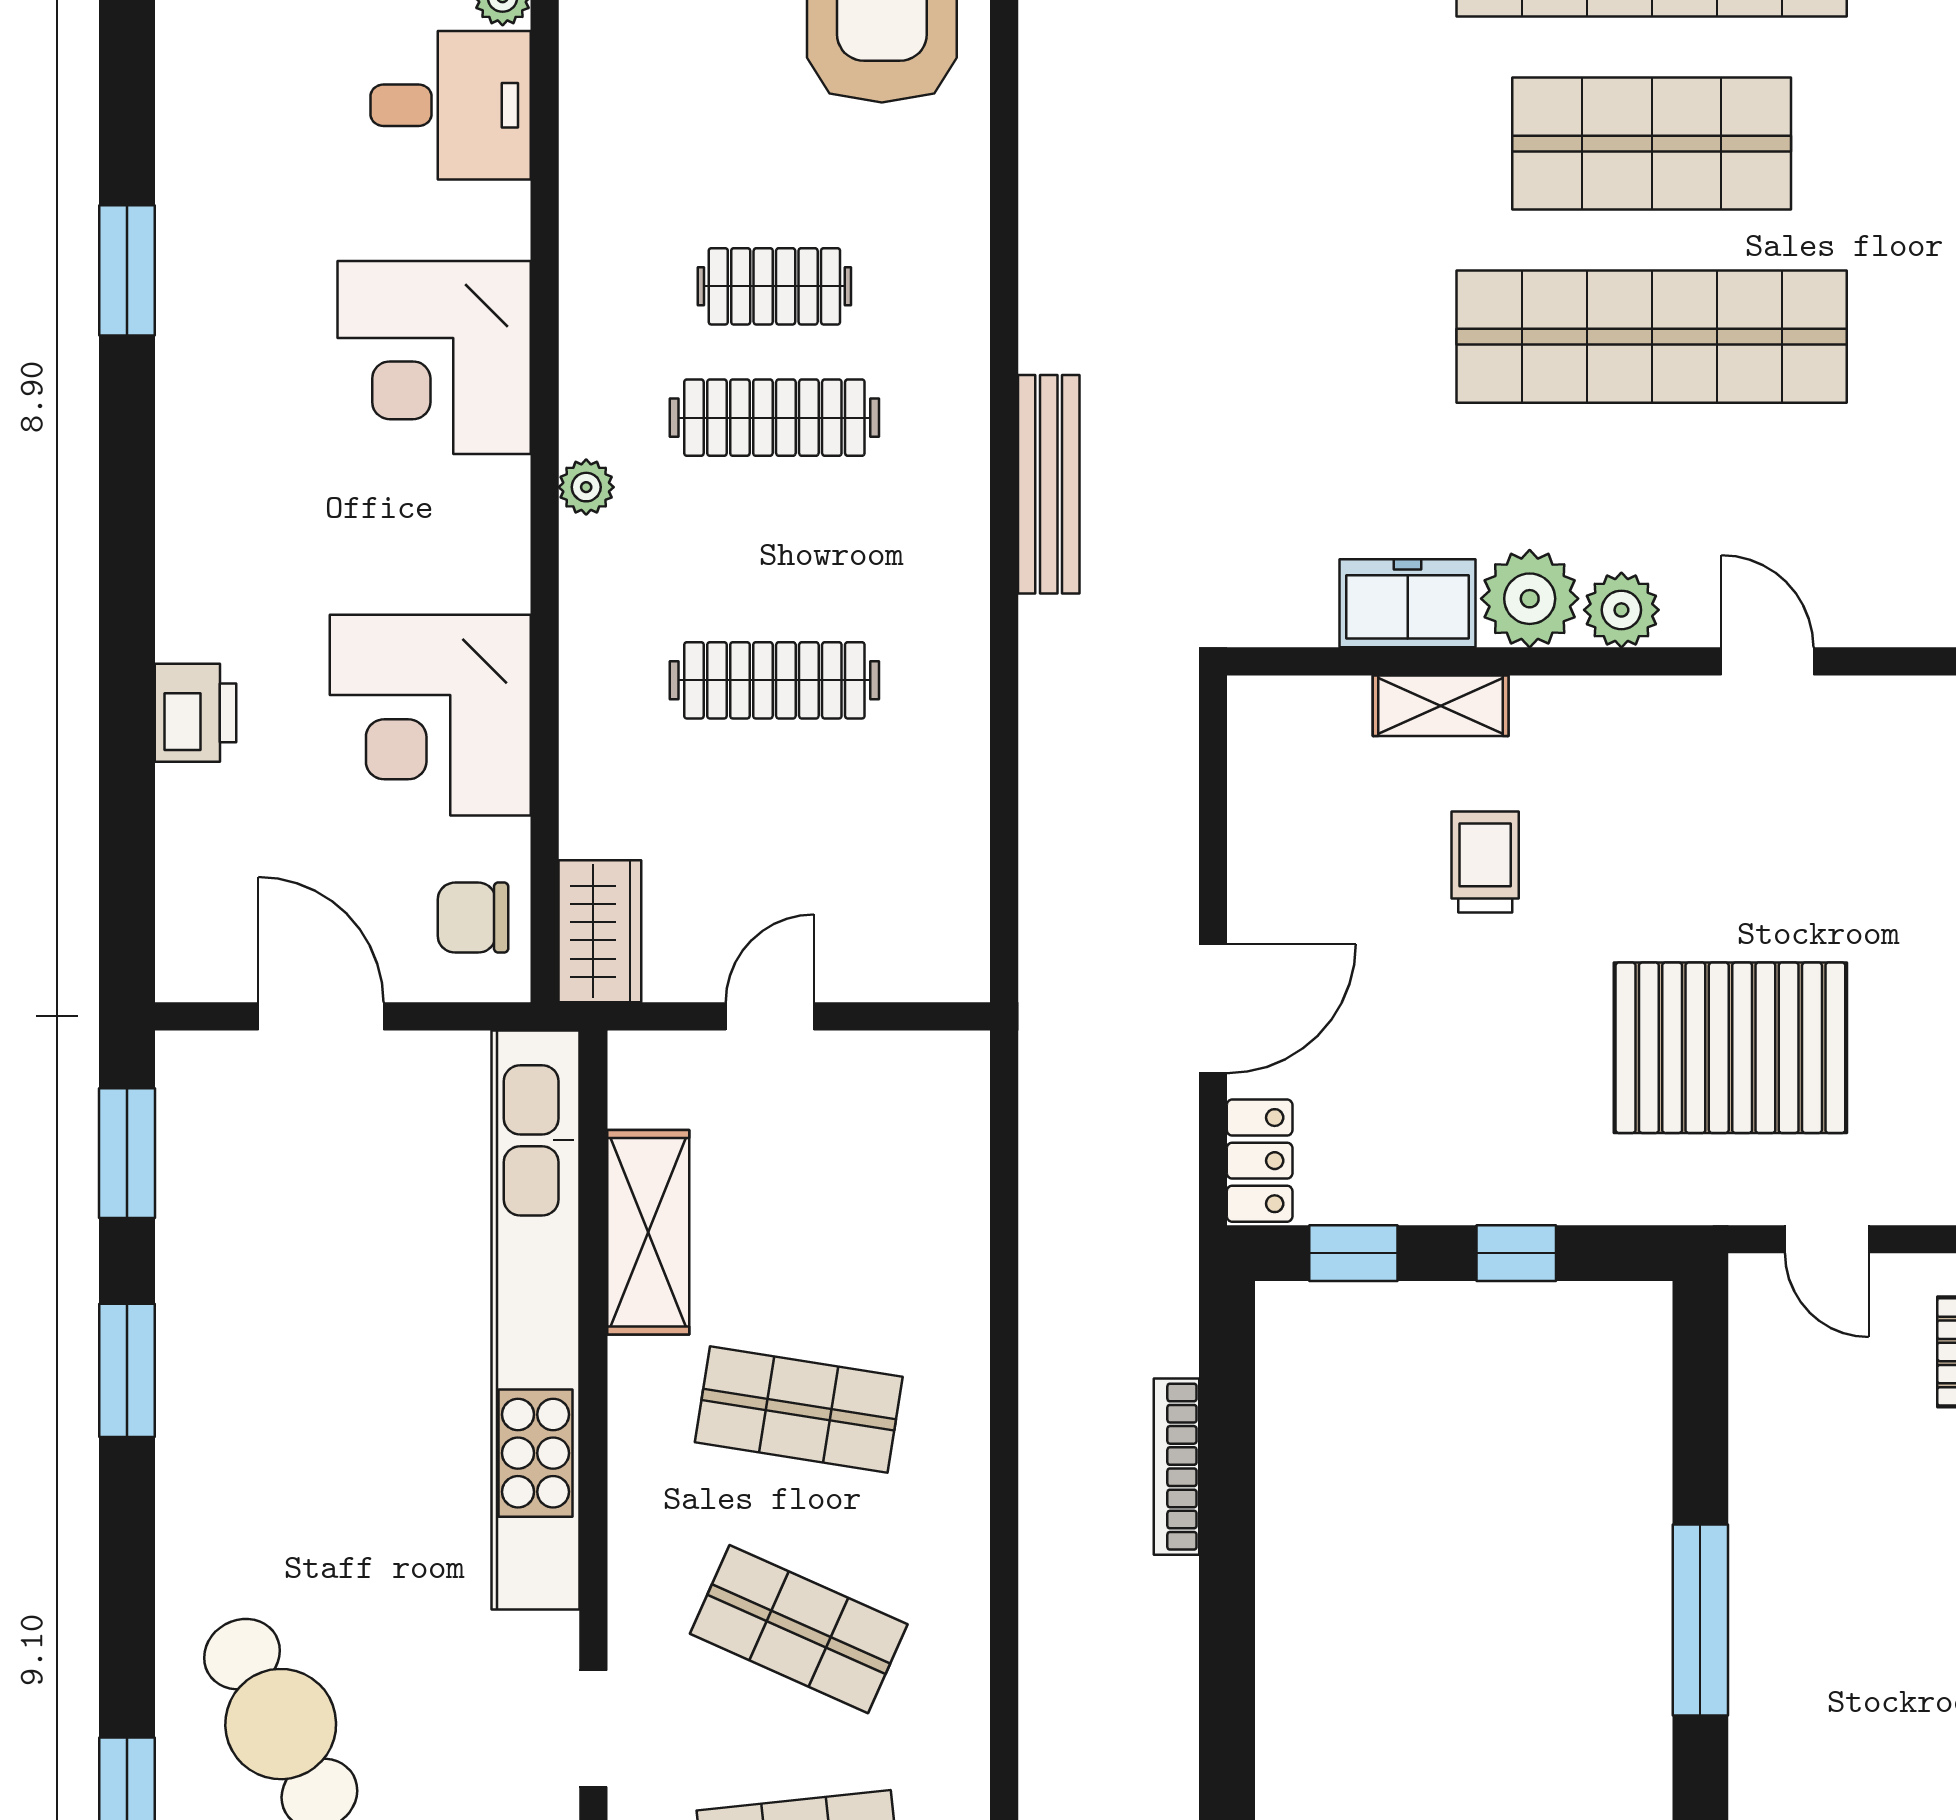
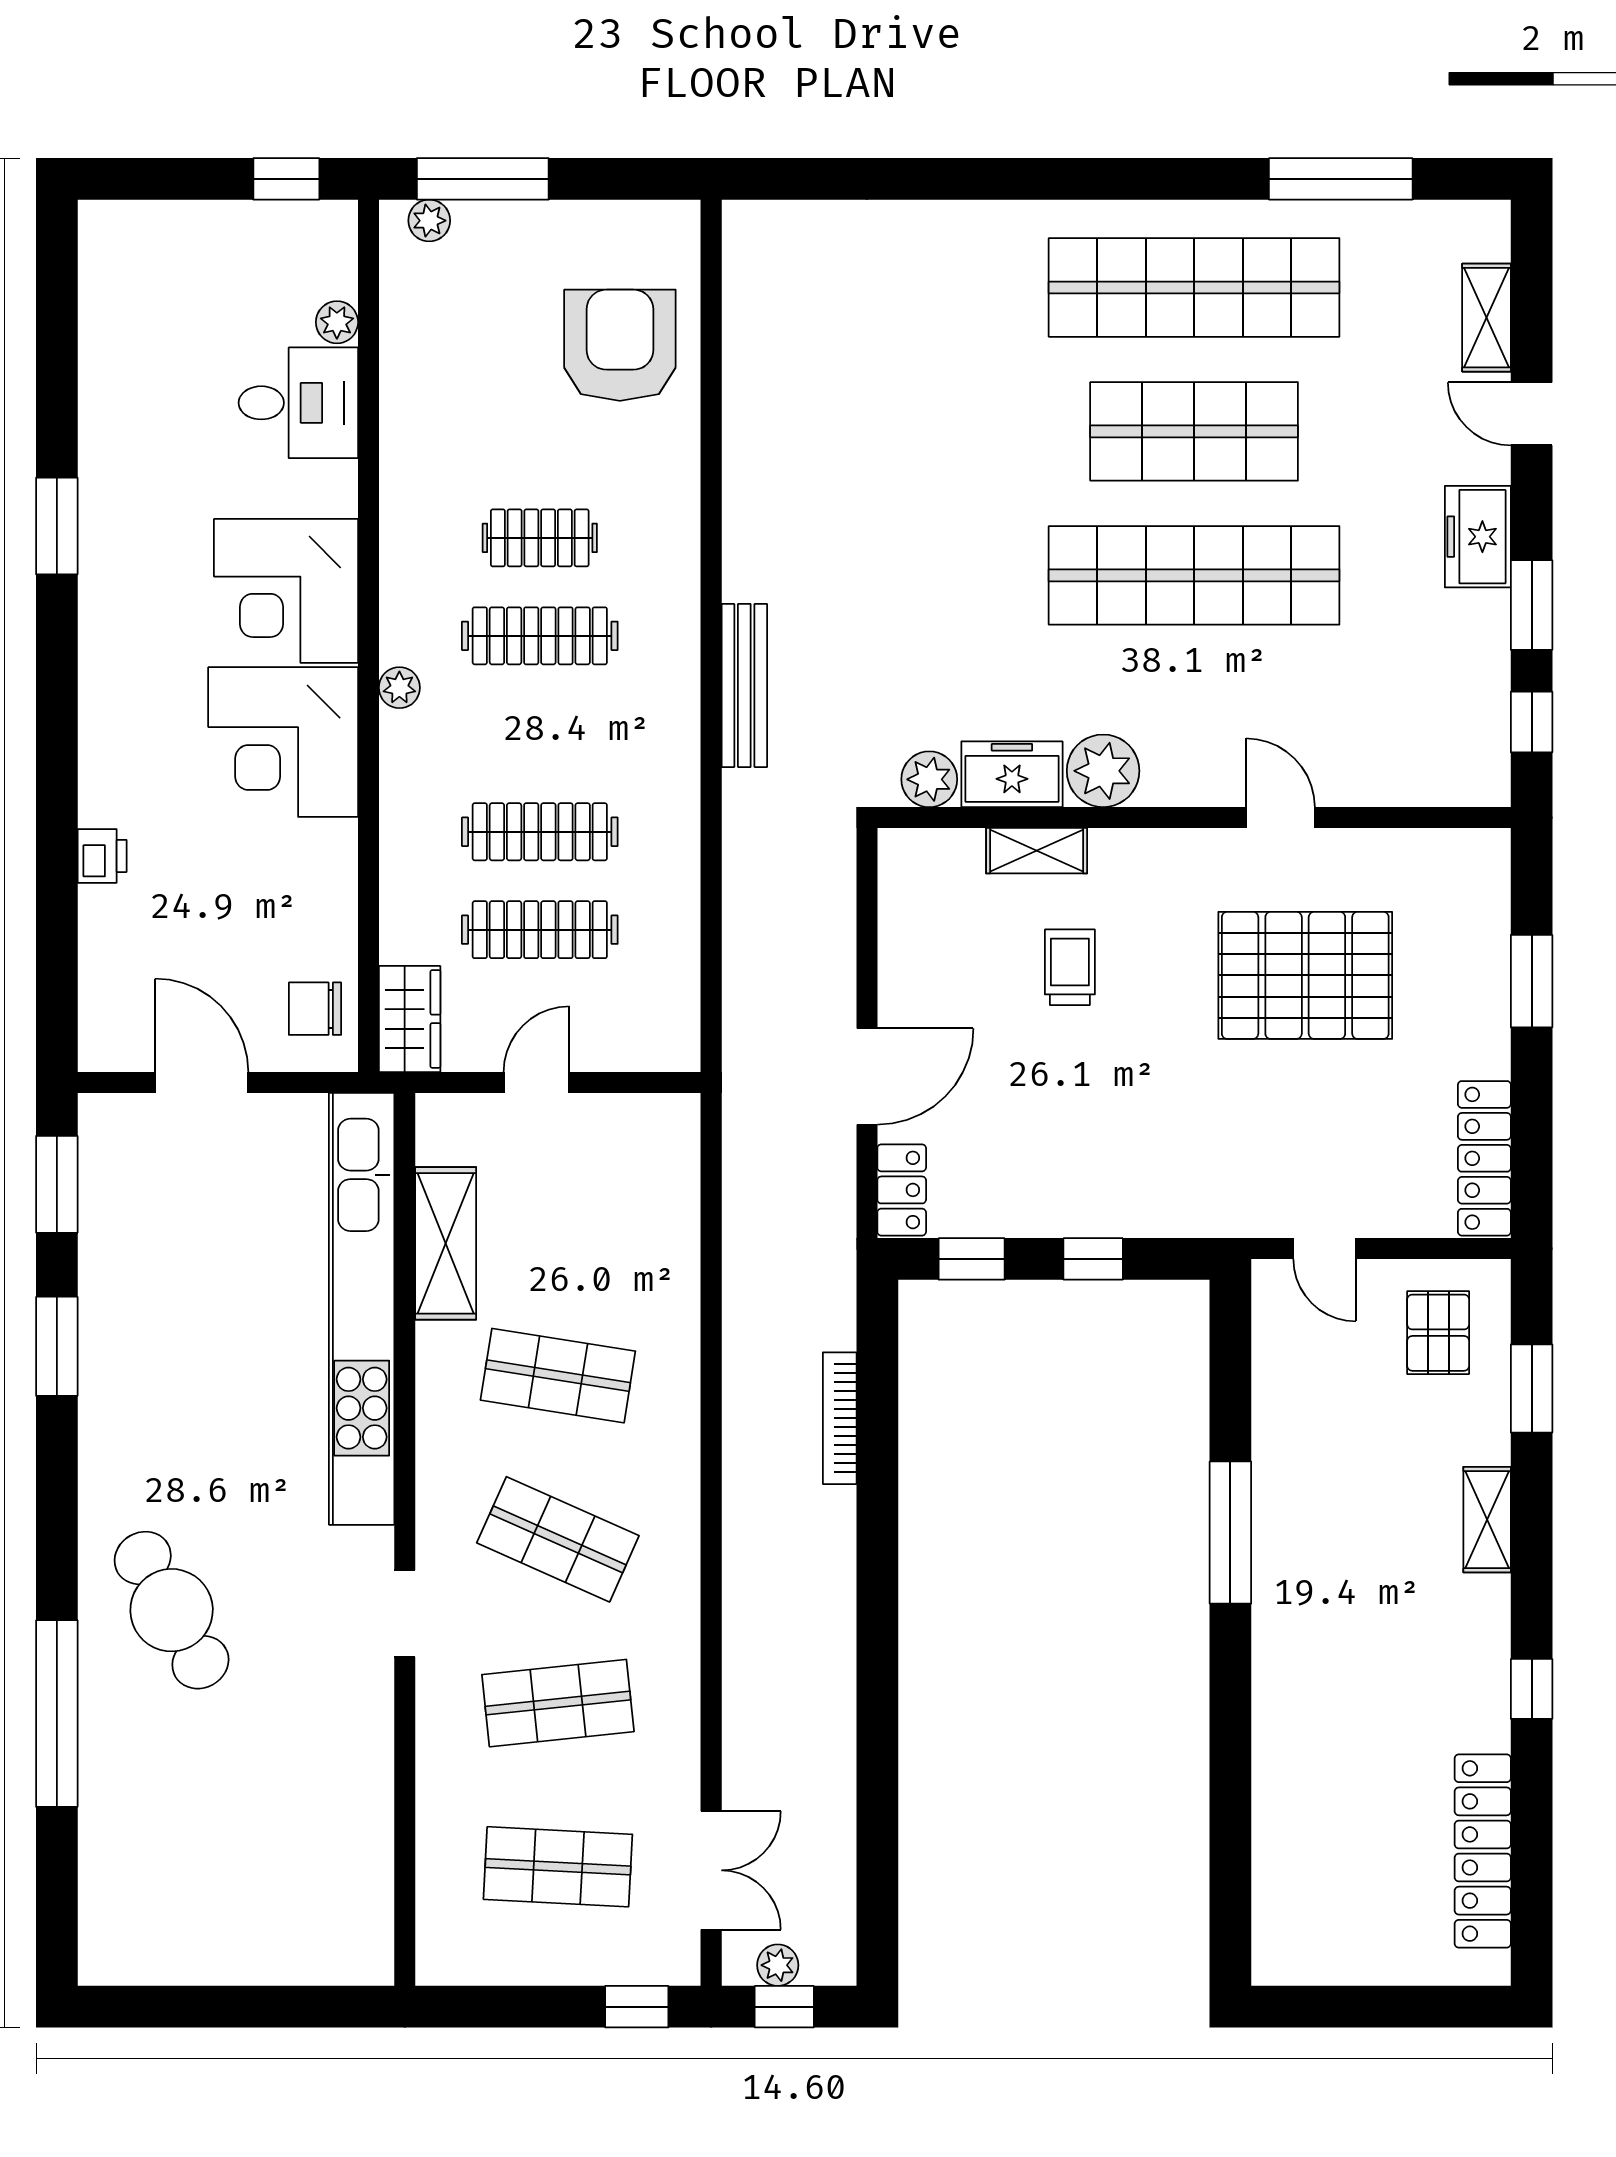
plant: (1621, 610) -> (929, 779), moved
printer: (195, 713) -> (102, 856), width x0.73, depth x0.81
corner desk: (430, 715) -> (283, 742), moved
clothes rail: (774, 812) -> (540, 930), added
pallet: (1730, 1048) -> (1305, 975), moved

